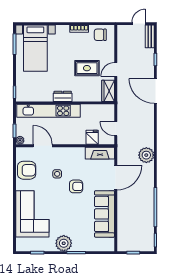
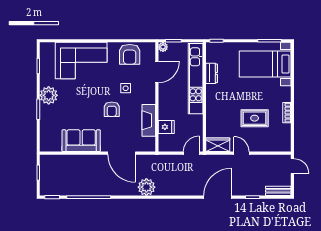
door: (139, 24) -> (292, 166), moved
chair: (100, 35) -> (280, 136), removed
rug: (87, 68) -> (255, 118), moved, turned 90
dresser: (63, 96) -> (212, 73), moved
door: (116, 129) -> (191, 153), moved
fireplace: (100, 153) -> (149, 120), moved
sofa: (104, 214) -> (81, 141), width x0.73

